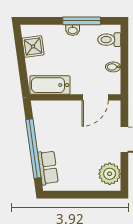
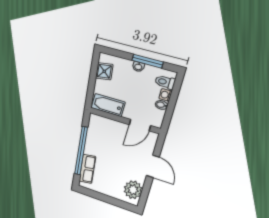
washing machine: (114, 54) -> (165, 95), added

